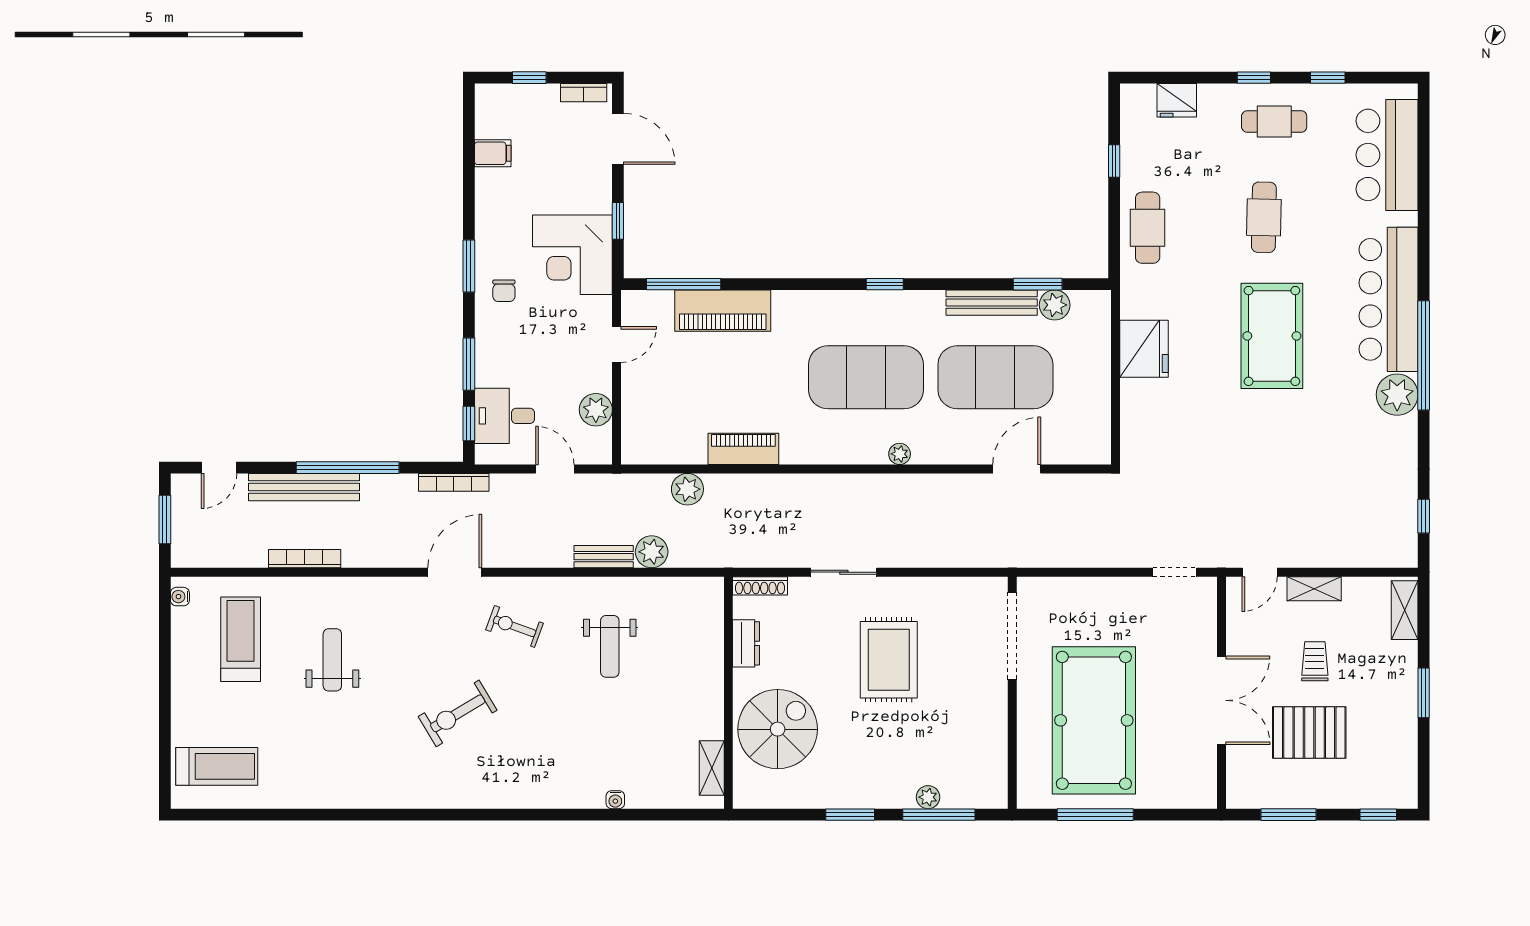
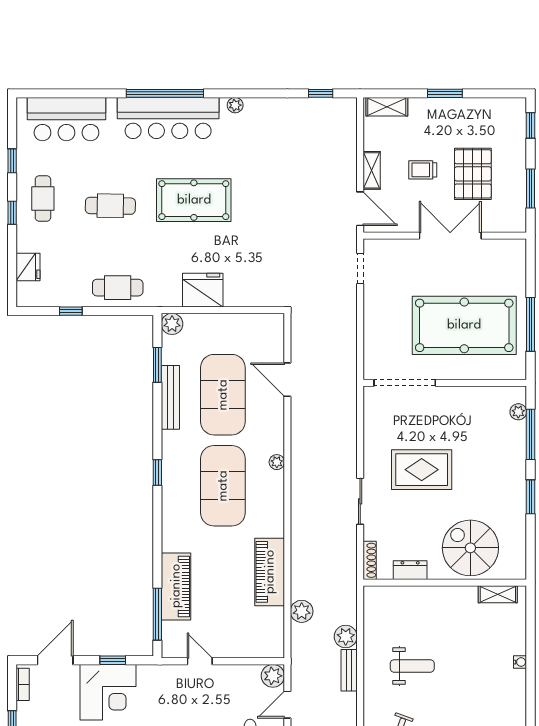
corner desk: (572, 255) -> (108, 692), moved
plant: (1055, 305) -> (172, 324), moved
window: (1424, 355) -> (165, 93), moved
plant: (1397, 395) -> (235, 105), width x0.53, depth x0.53
plant: (596, 410) -> (273, 676), moved
piano: (743, 449) -> (270, 572), width x1.37, depth x1.33
door: (1260, 572) -> (360, 209), width x1.38
plant: (928, 797) -> (518, 412), moved

